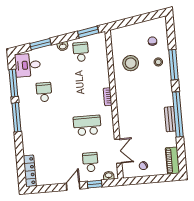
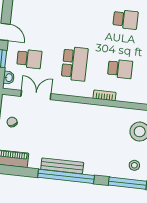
school desk: (84, 89) -> (120, 69), added
bench: (170, 119) -> (62, 166), width x1.36
double door: (118, 151) -> (36, 95), swing flipped

